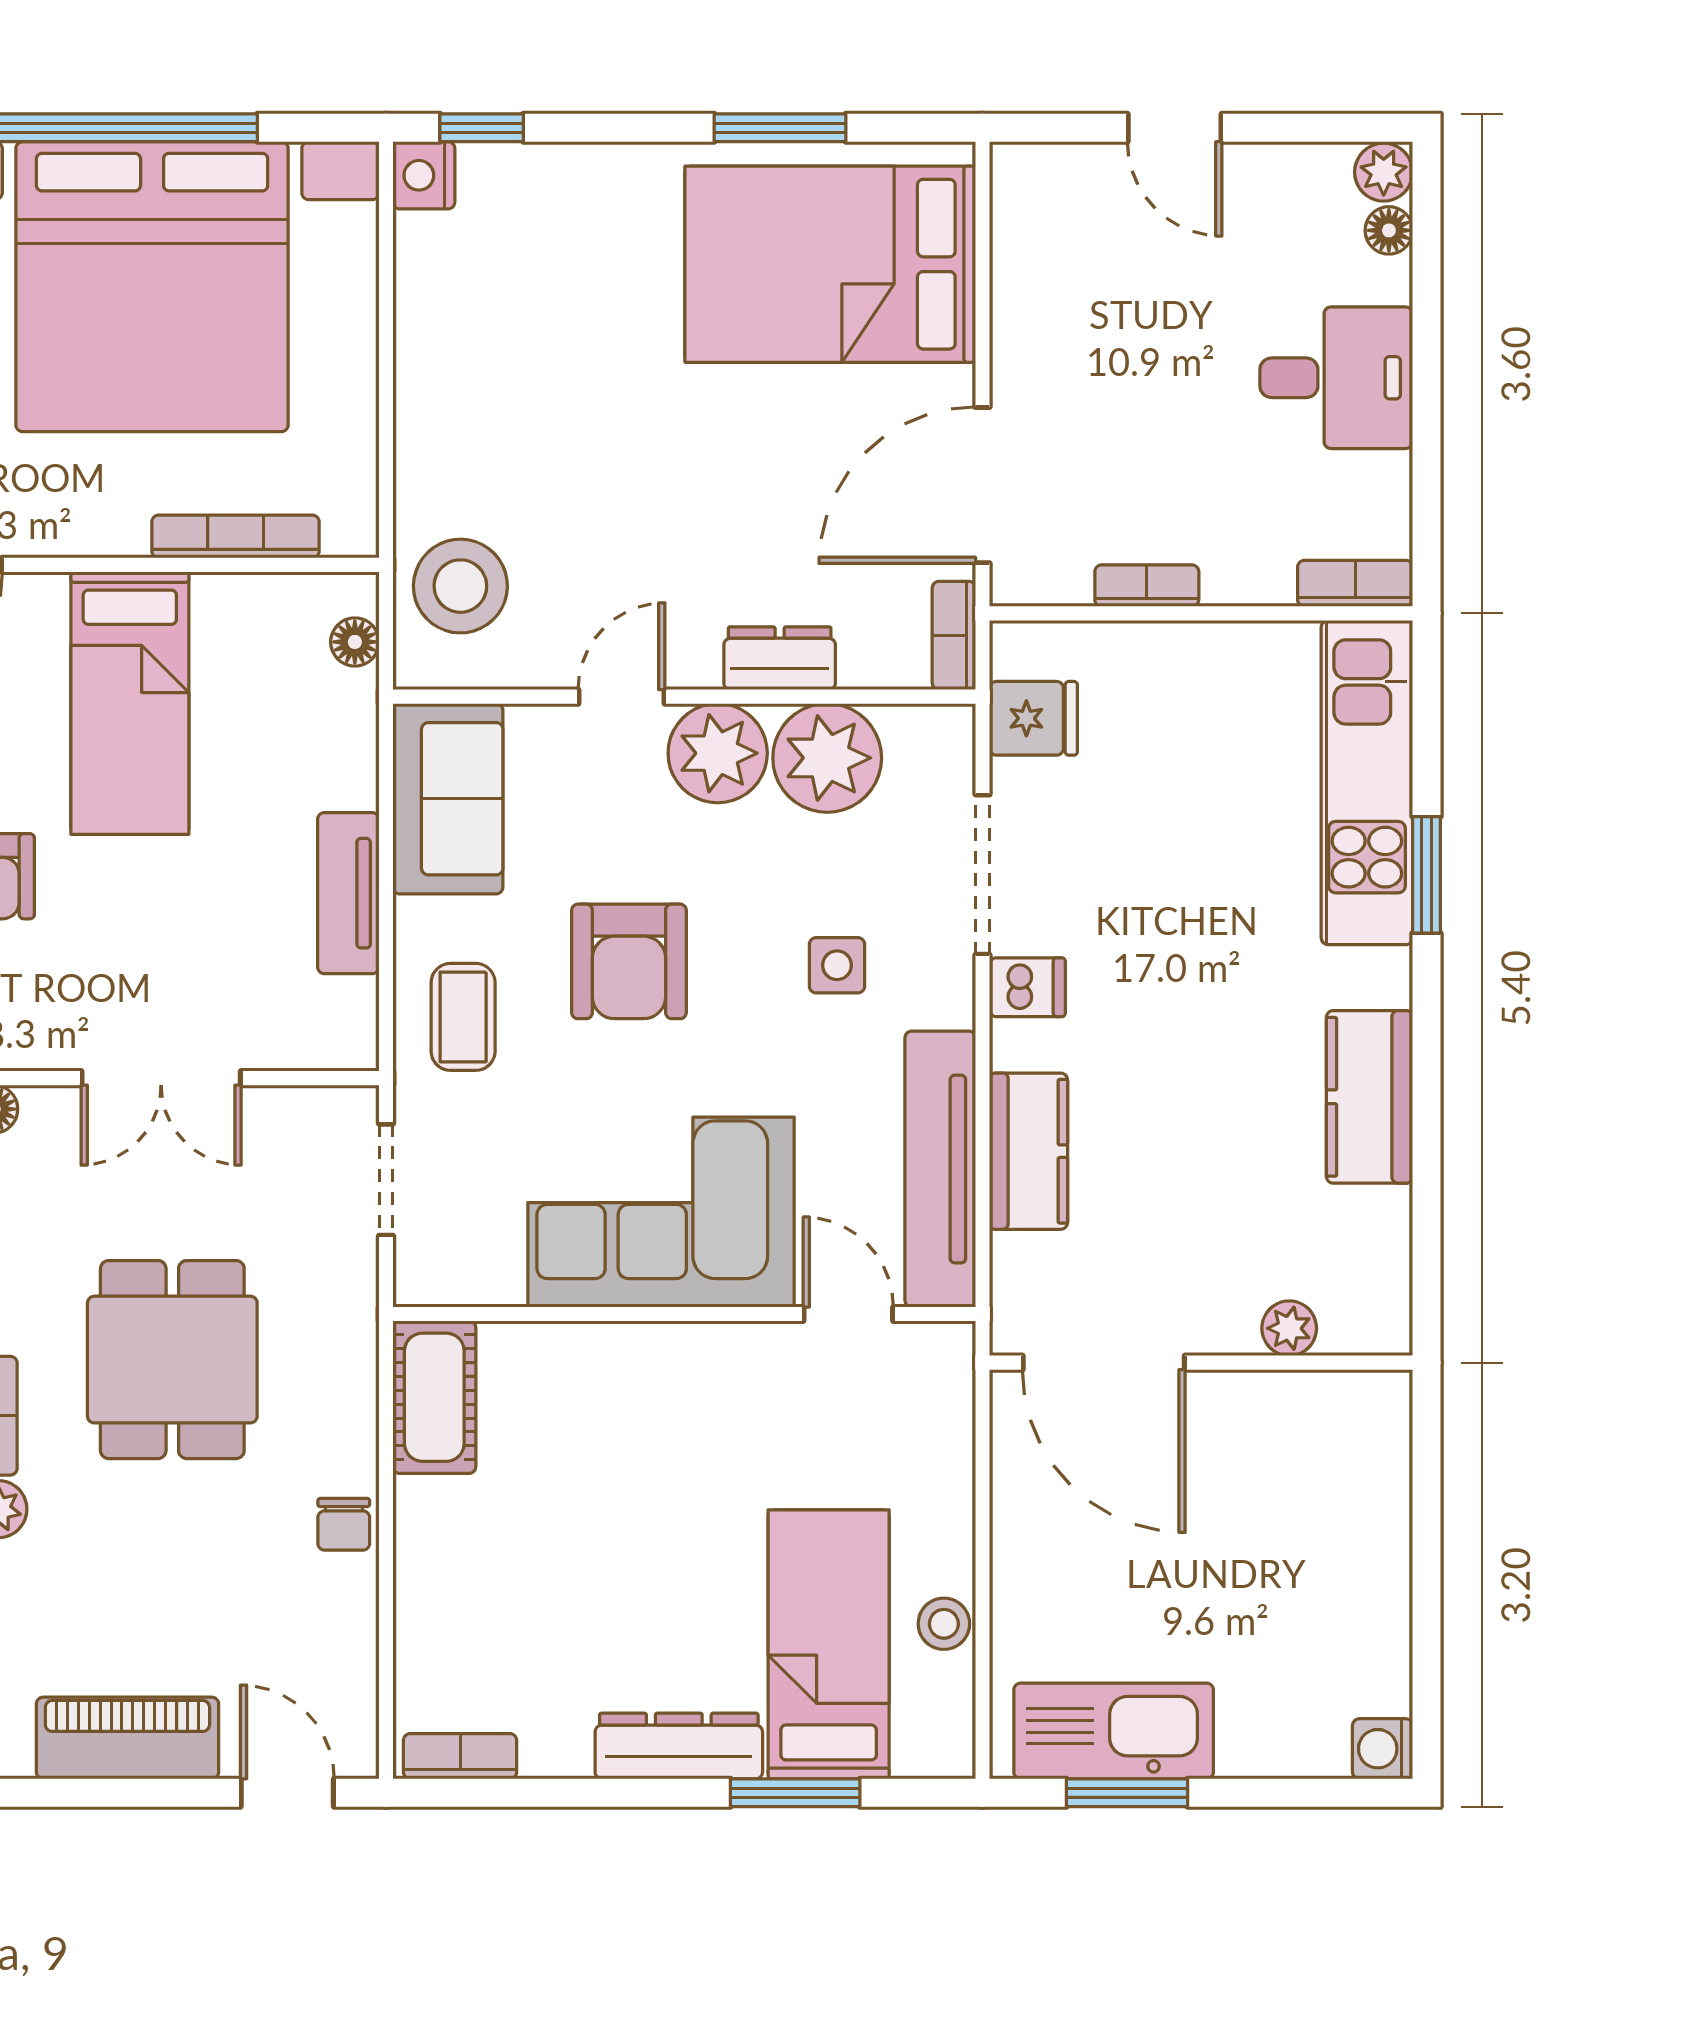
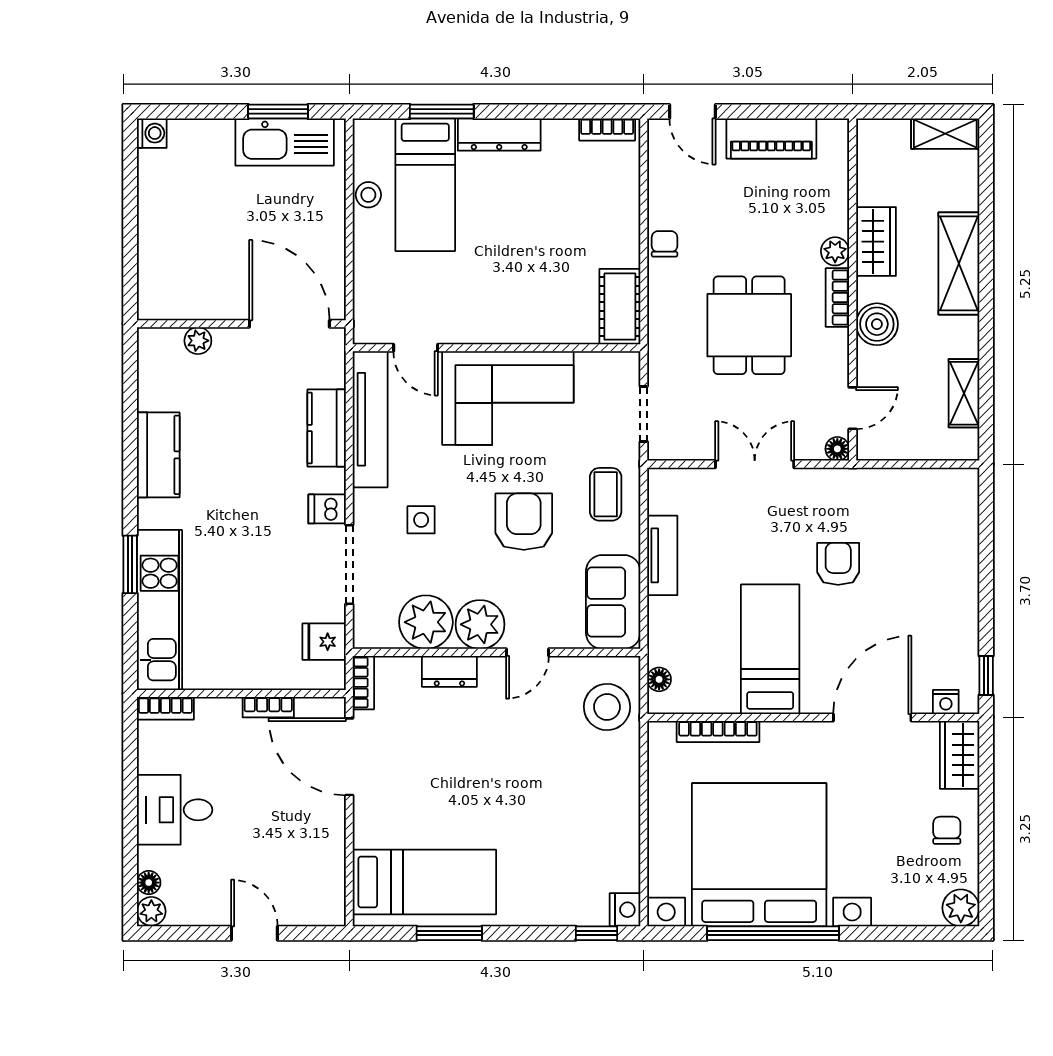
bed: (830, 264) -> (424, 882), width x0.67
door: (983, 485) -> (349, 757), swing flipped

